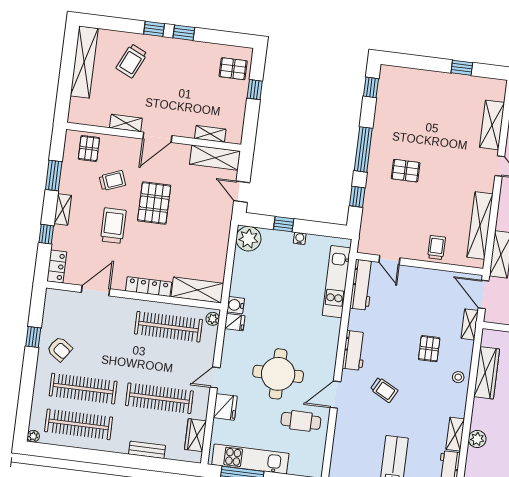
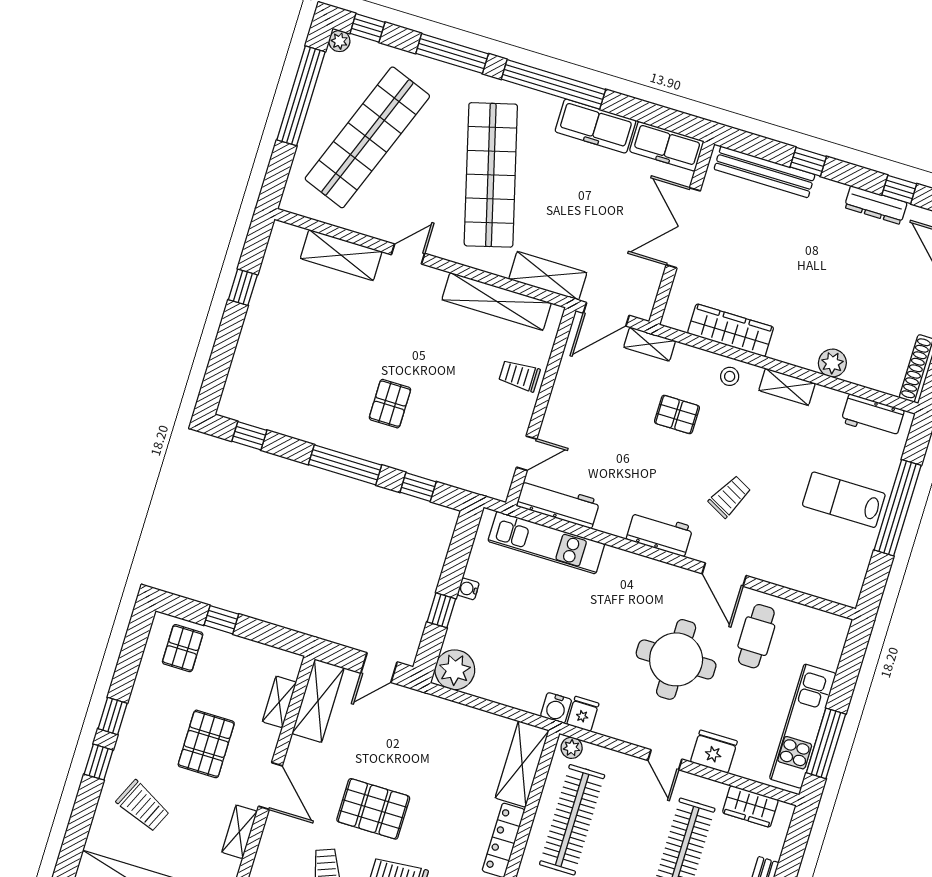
pallet: (177, 93) -> (206, 744), added
shelving: (455, 434) -> (787, 387), moved

